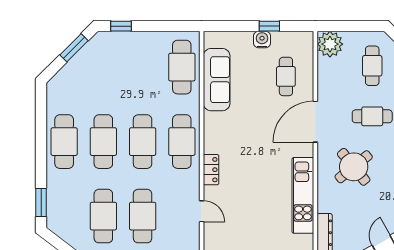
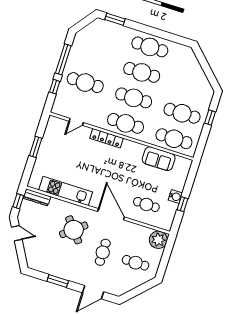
window: (121, 26) -> (210, 117), moved
window: (74, 48) -> (209, 73), removed
sofa: (217, 80) -> (159, 159), width x0.73
locker: (211, 170) -> (106, 138), width x1.53
cafe table: (103, 216) -> (182, 113), moved

